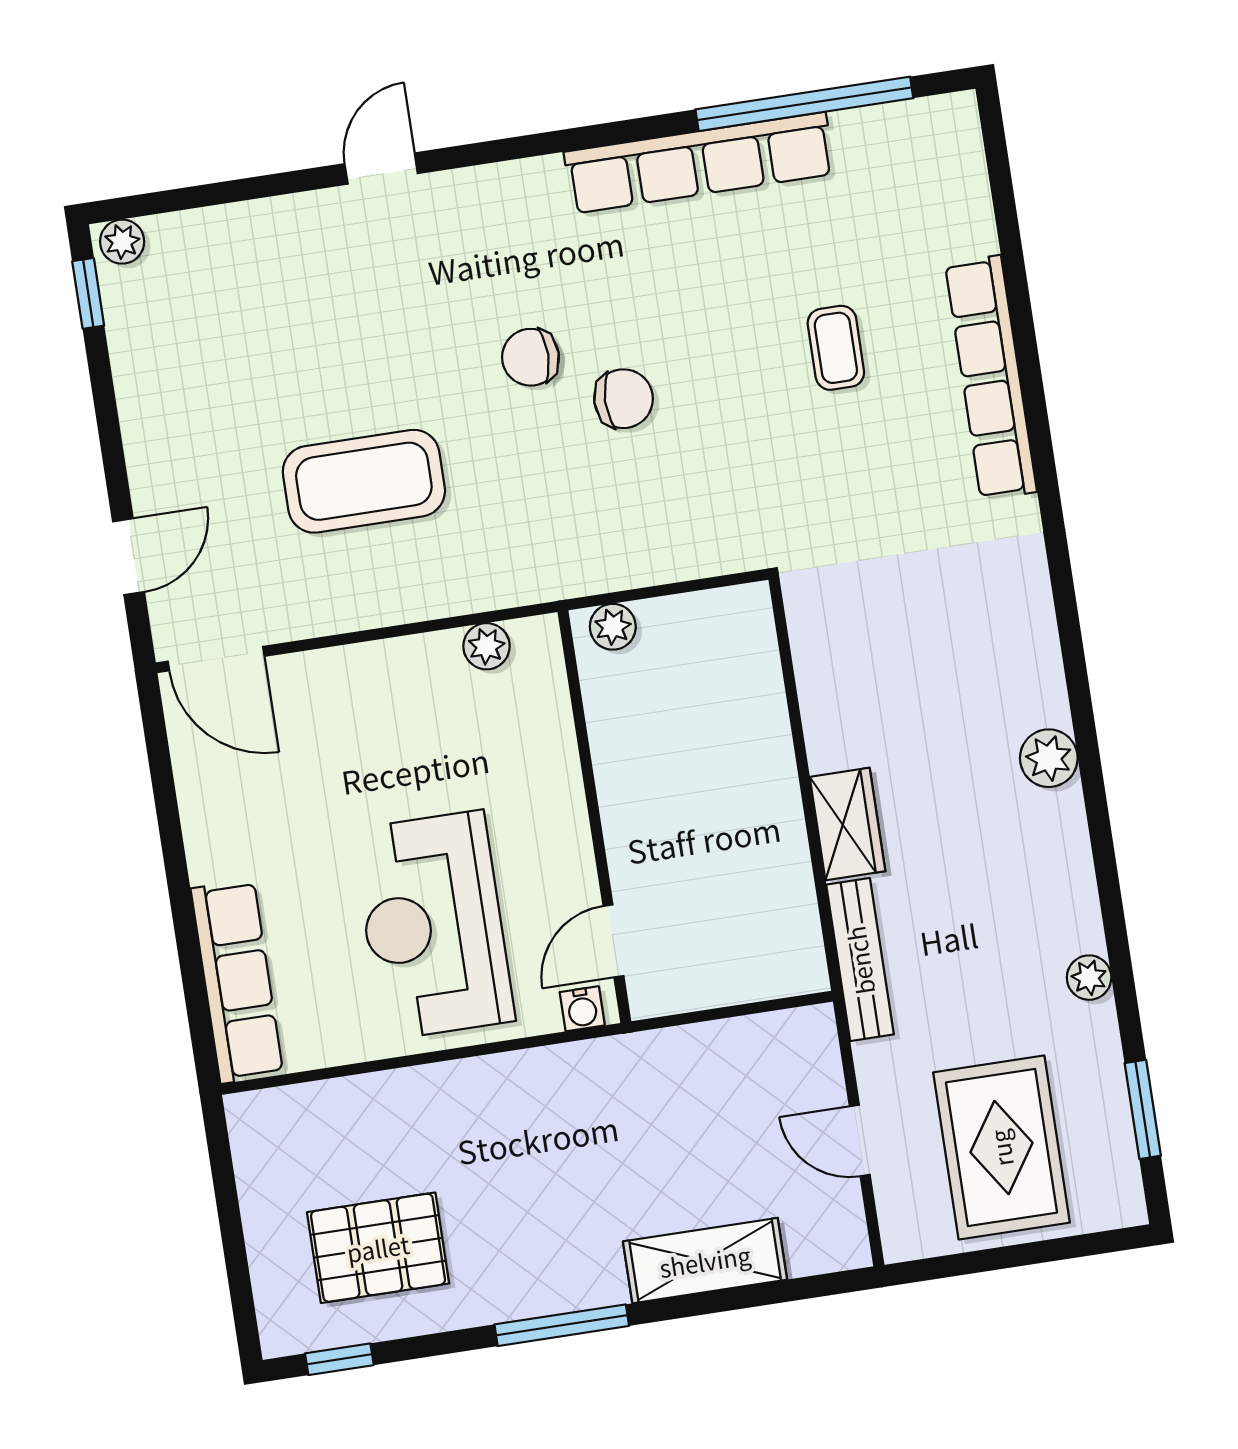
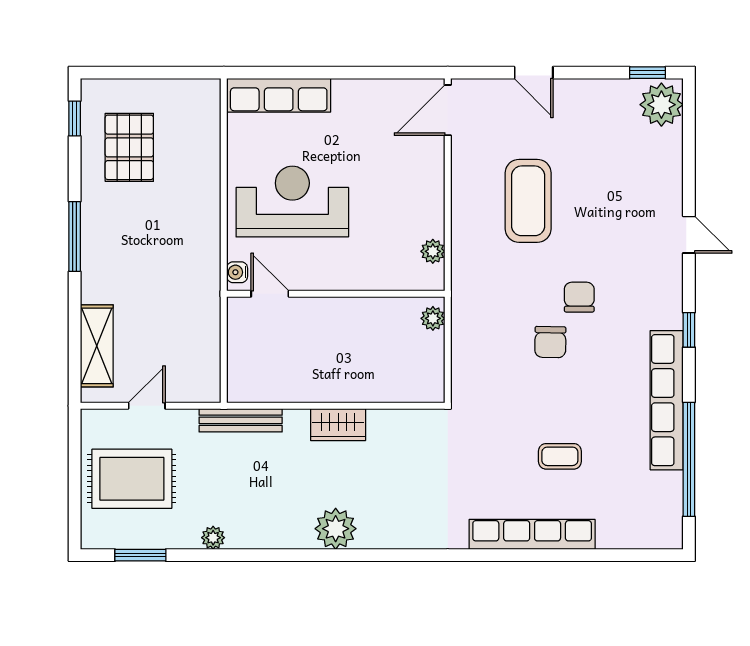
window: (560, 141) -> (689, 330), added
plant: (122, 242) -> (661, 105), width x1.87, depth x1.87
door: (128, 557) -> (534, 73), moved
plant: (1049, 758) -> (336, 529), width x1.36, depth x1.36
wardrobe: (848, 824) -> (338, 425), moved
shelving: (705, 1261) -> (97, 346), moved

